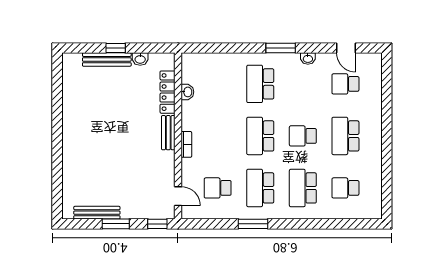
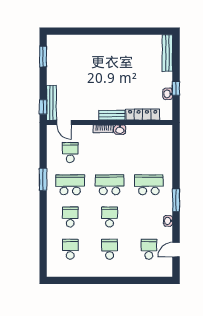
window: (116, 48) -> (176, 88), moved
bench: (107, 60) -> (167, 53), moved
washbasin: (187, 92) -> (120, 130), moved
school desk: (345, 136) -> (110, 249), width x0.54
school desk: (303, 188) -> (70, 217), width x0.54
door: (178, 196) -> (64, 123), hinge flipped
bench: (97, 213) -> (52, 103), moved
window: (116, 224) -> (43, 57), moved

